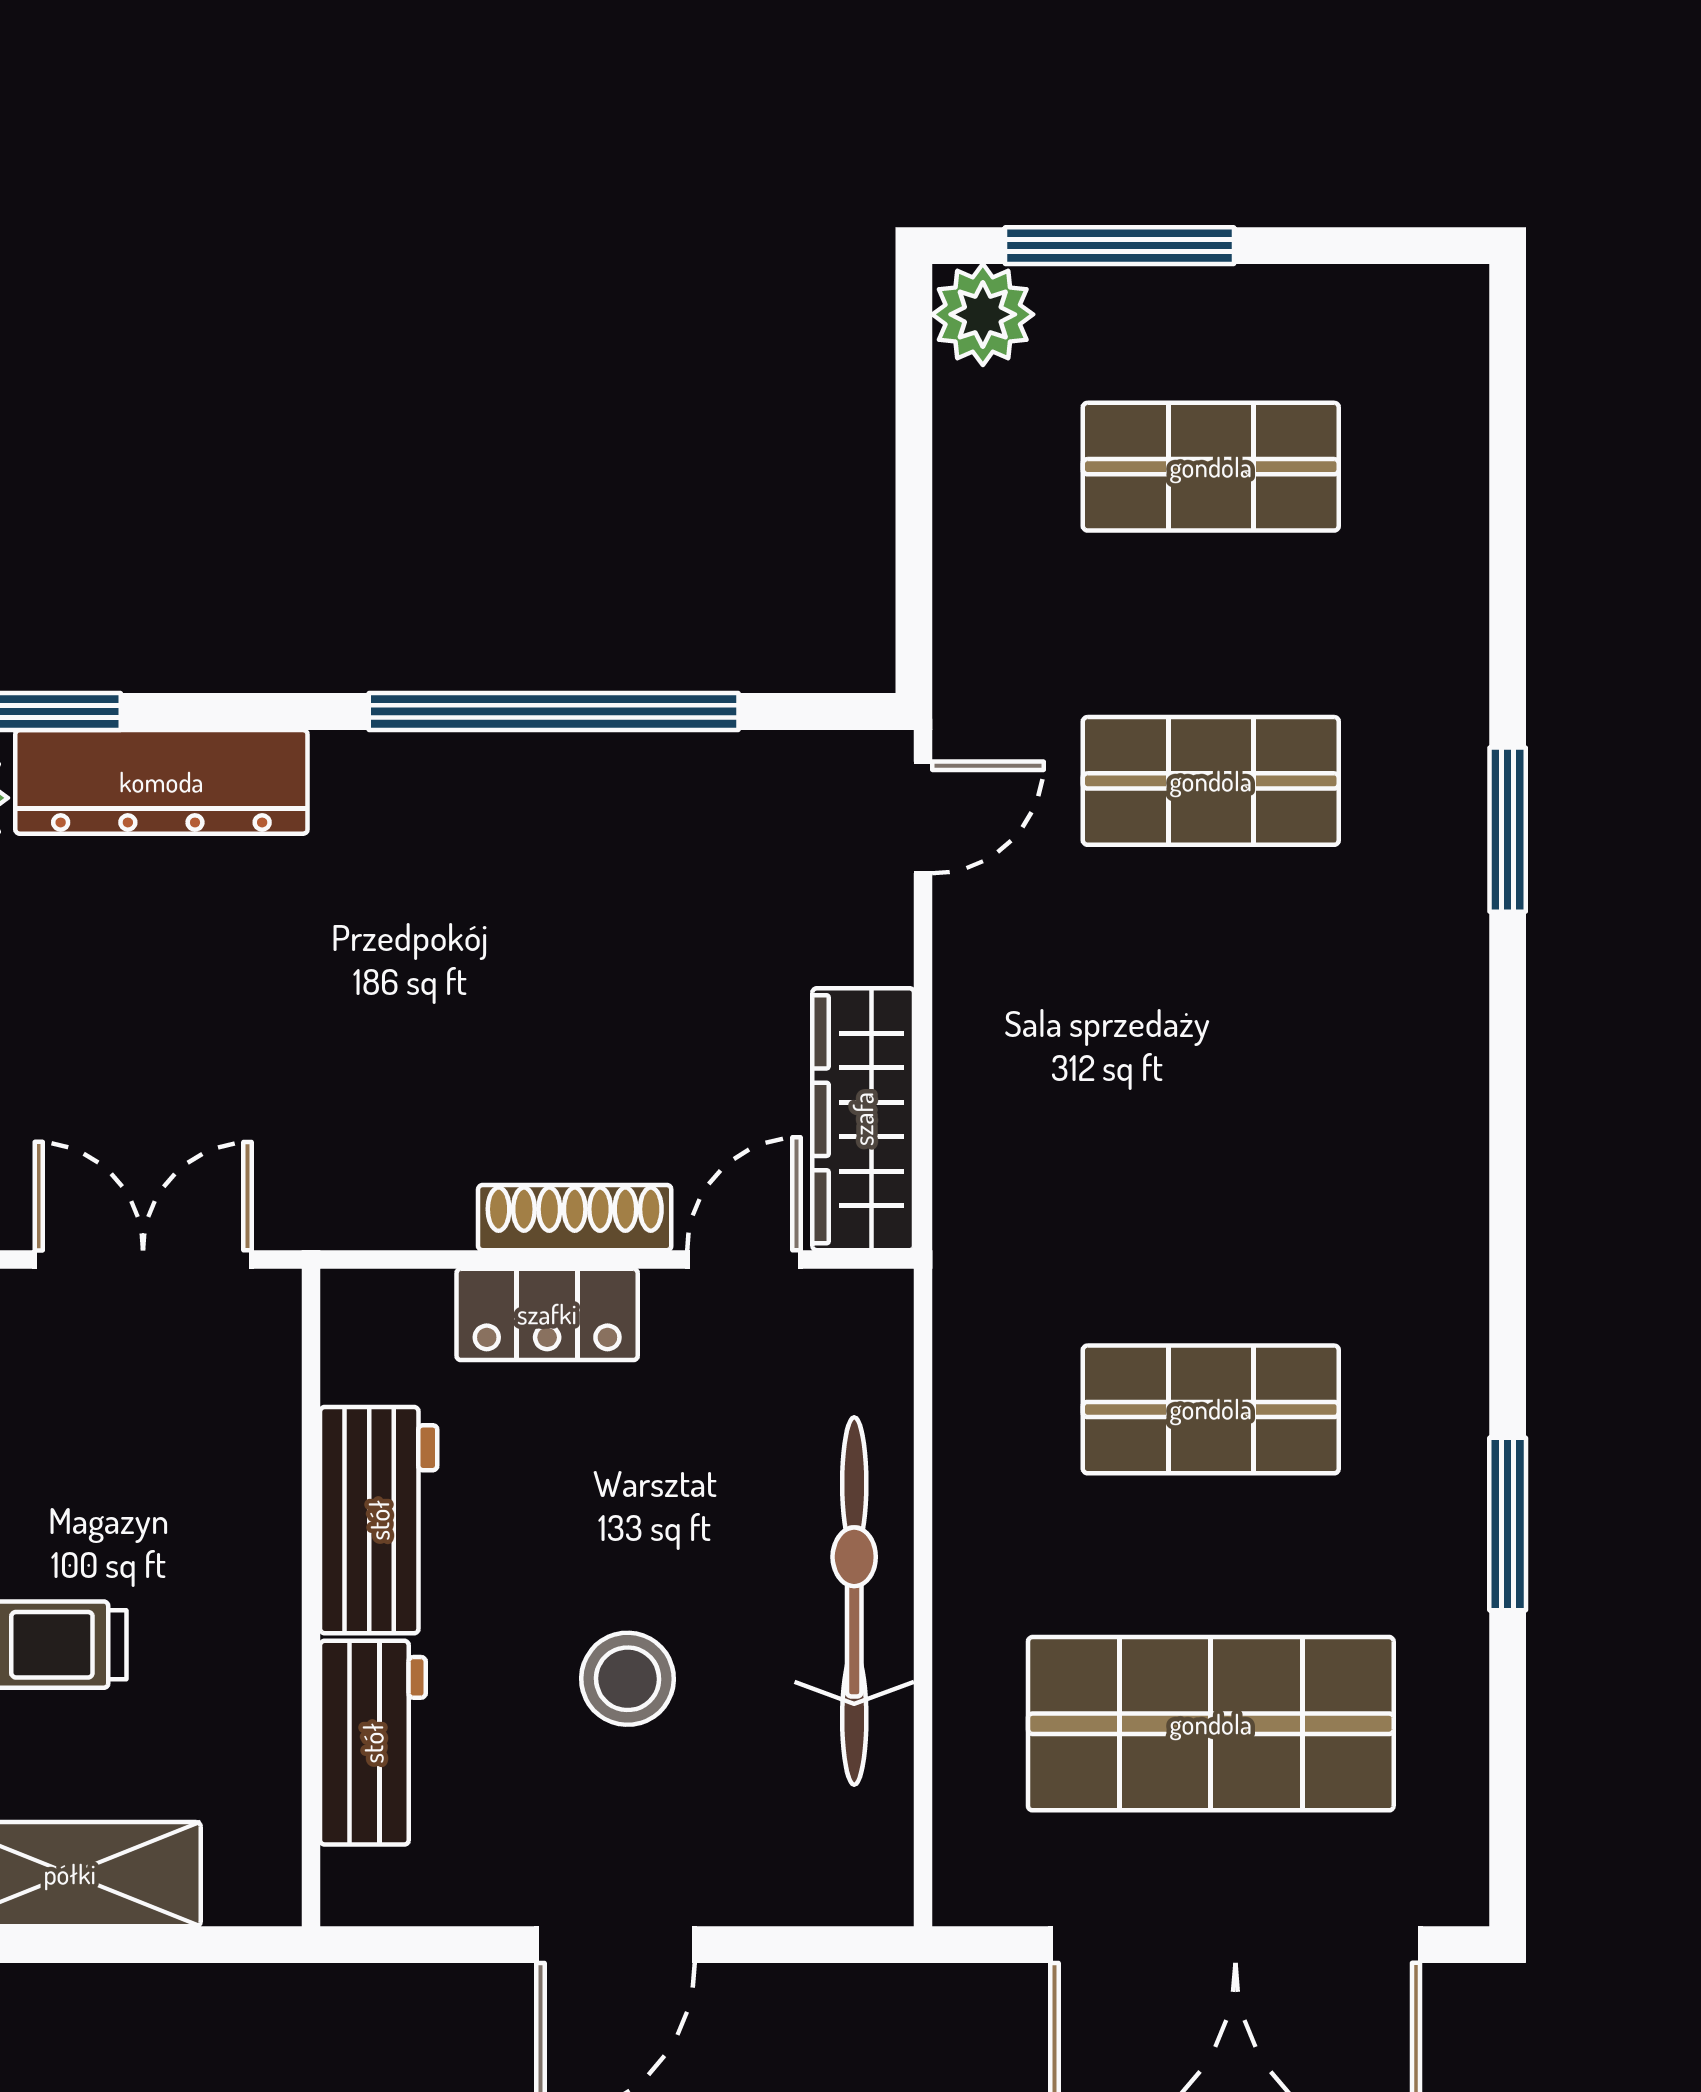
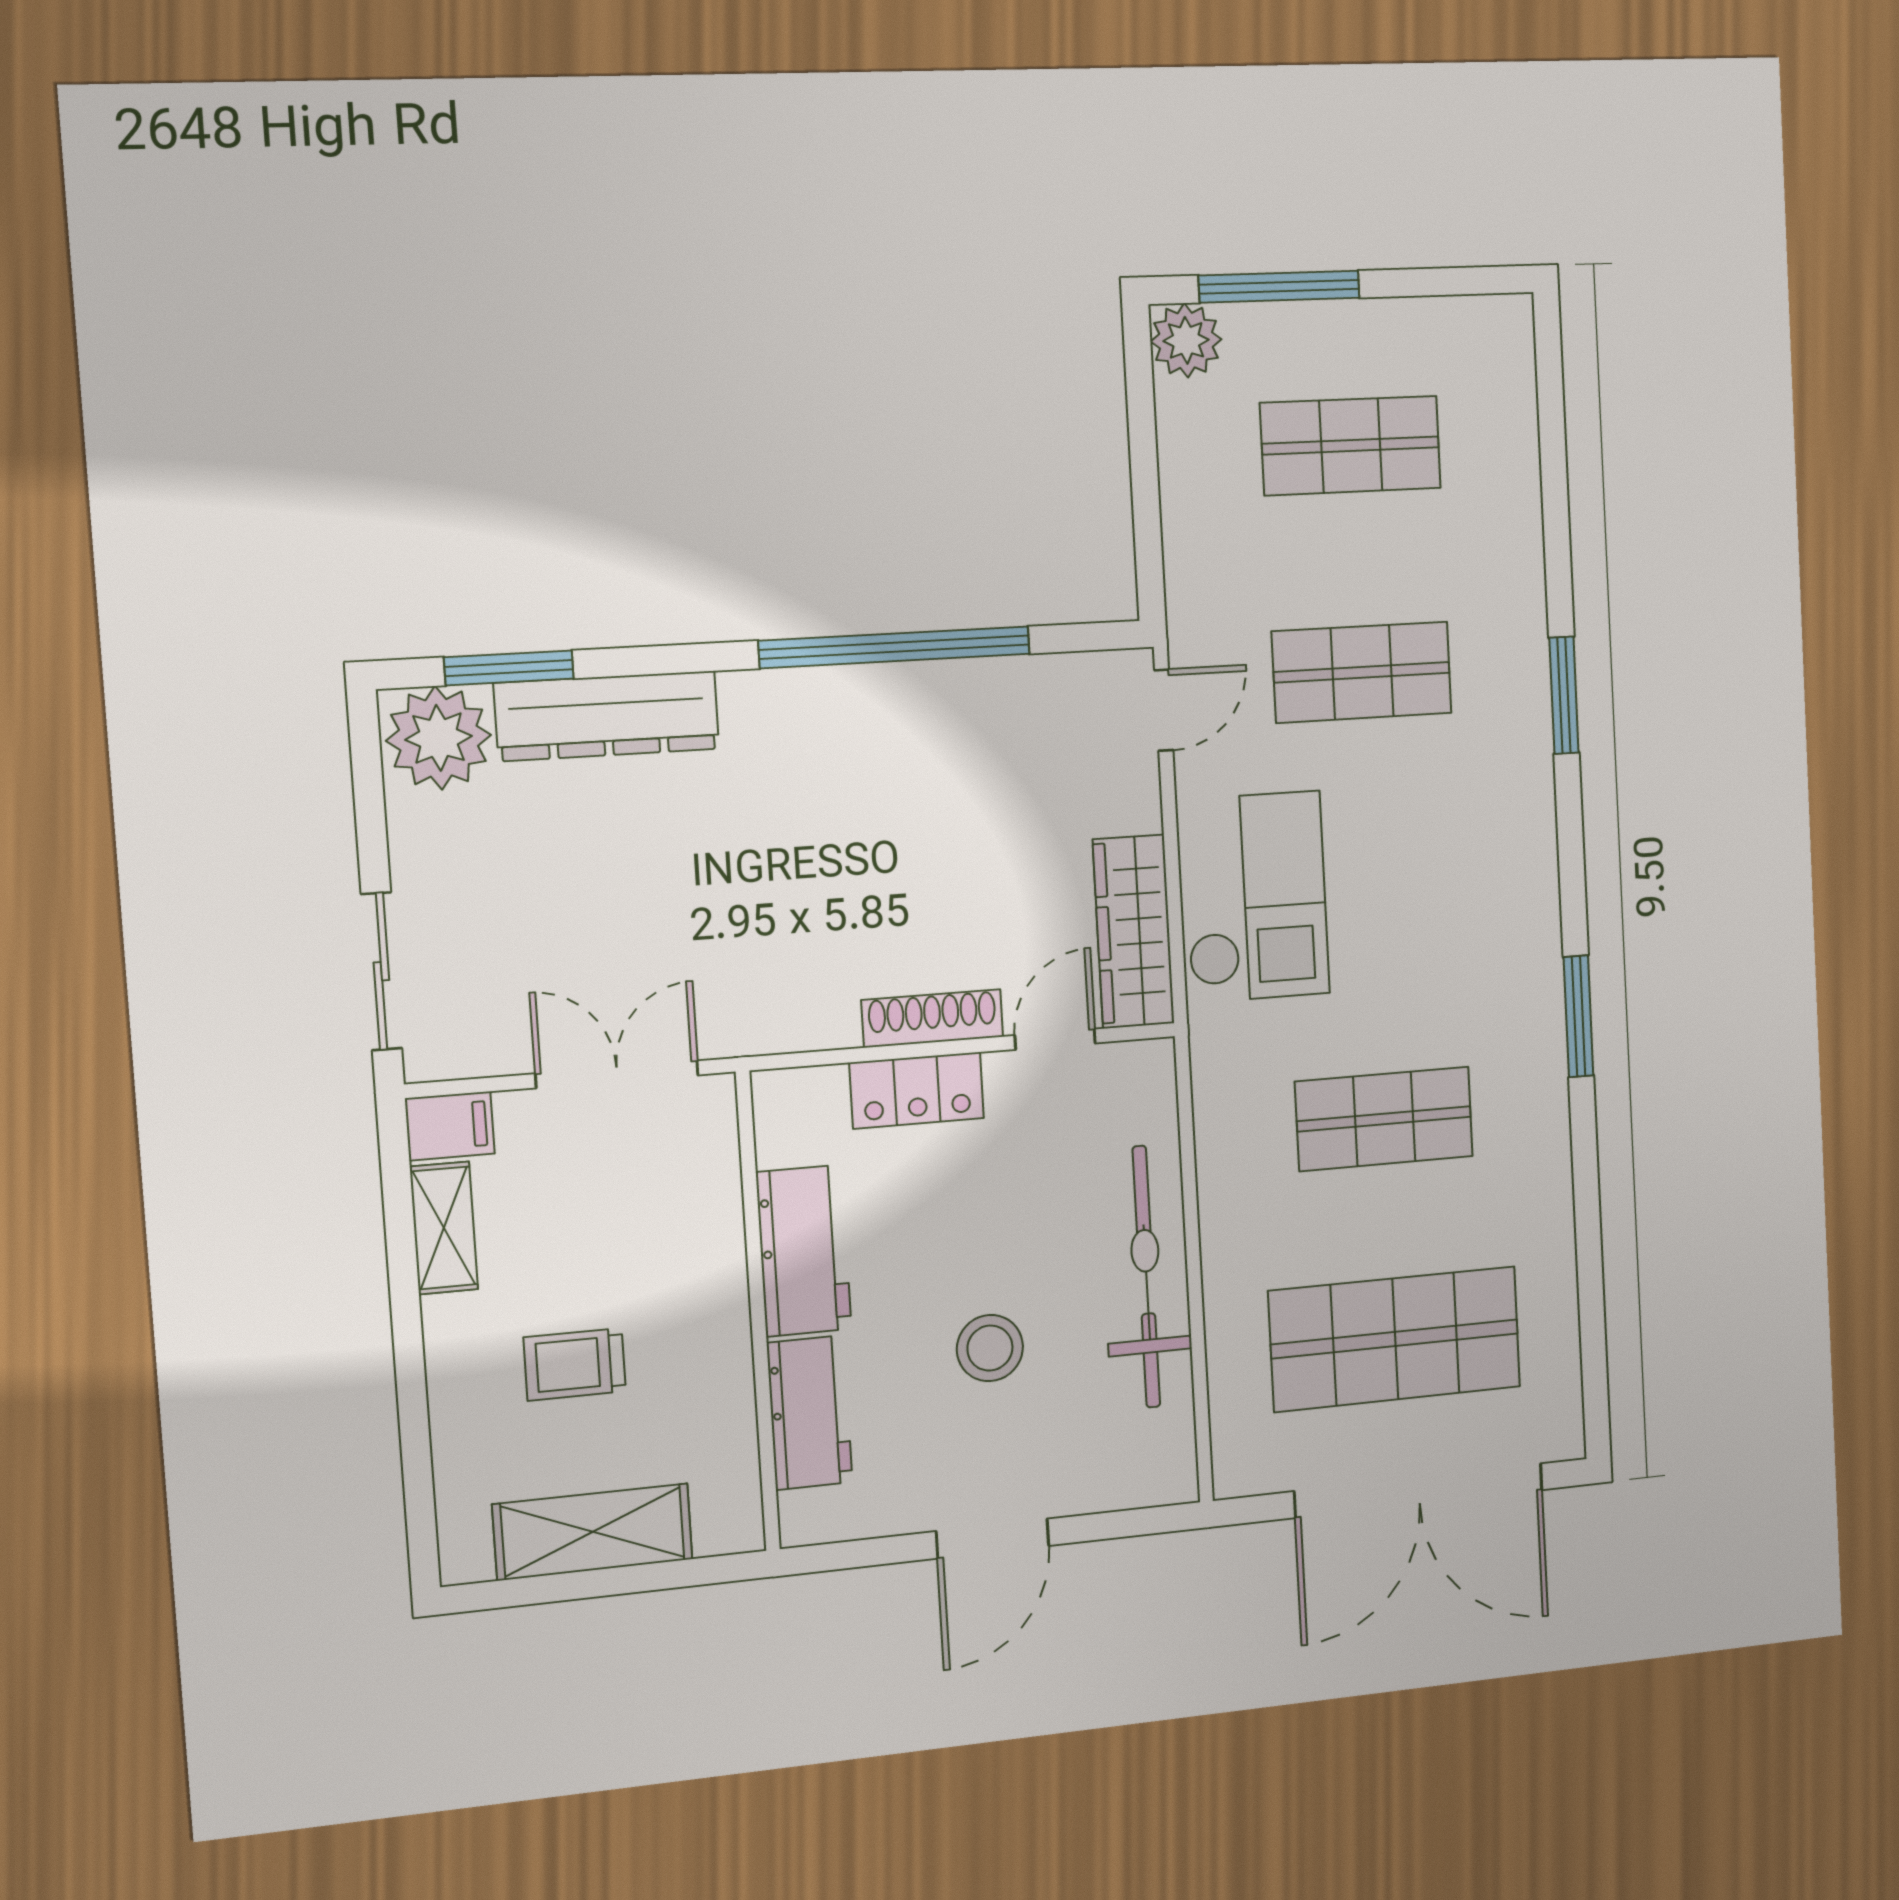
checkout: (1041, 1084) -> (1256, 897), added
window: (1508, 1524) -> (1578, 1016), moved

